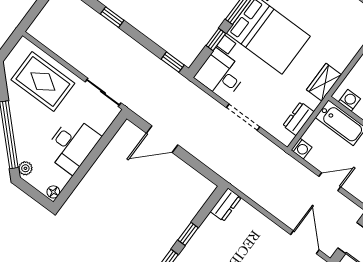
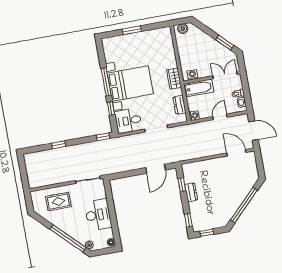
rug: (43, 82) -> (58, 202), width x0.73, depth x0.70
door: (162, 139) -> (156, 169), moved
dresser: (226, 205) -> (191, 192), moved
window: (188, 234) -> (182, 185), moved

